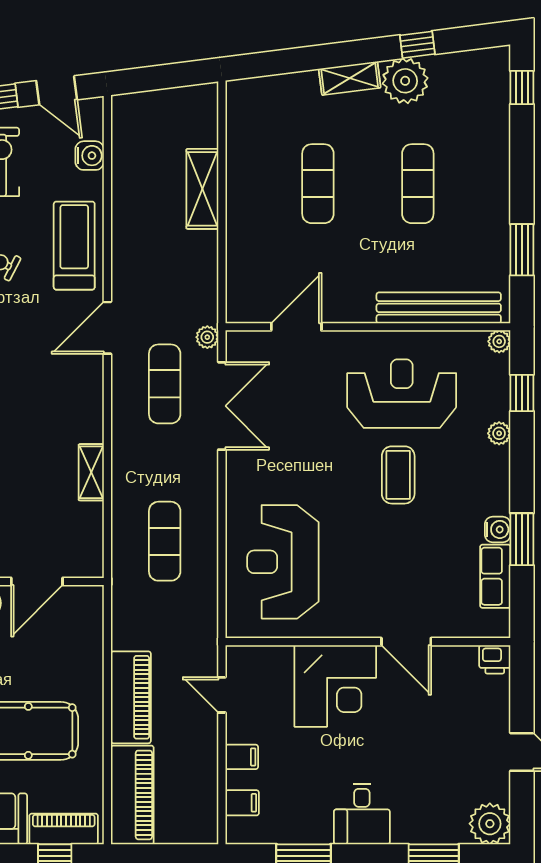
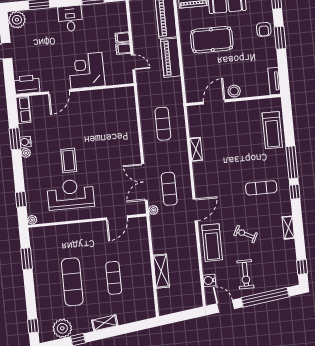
plant: (405, 81) -> (62, 328), moved
exercise mat: (418, 184) -> (72, 282), width x1.36, depth x1.45
bench: (439, 308) -> (59, 231), removed
reception desk: (402, 394) -> (71, 194), turned 180
plant: (499, 433) -> (26, 153), moved
reception desk: (283, 562) -> (113, 120), removed
row of seats: (495, 576) -> (23, 110), moved
door: (406, 642) -> (59, 92), swing flipped
printer: (495, 659) -> (27, 85), width x1.87, depth x1.48
filing cabinet: (242, 803) -> (123, 49), moved

